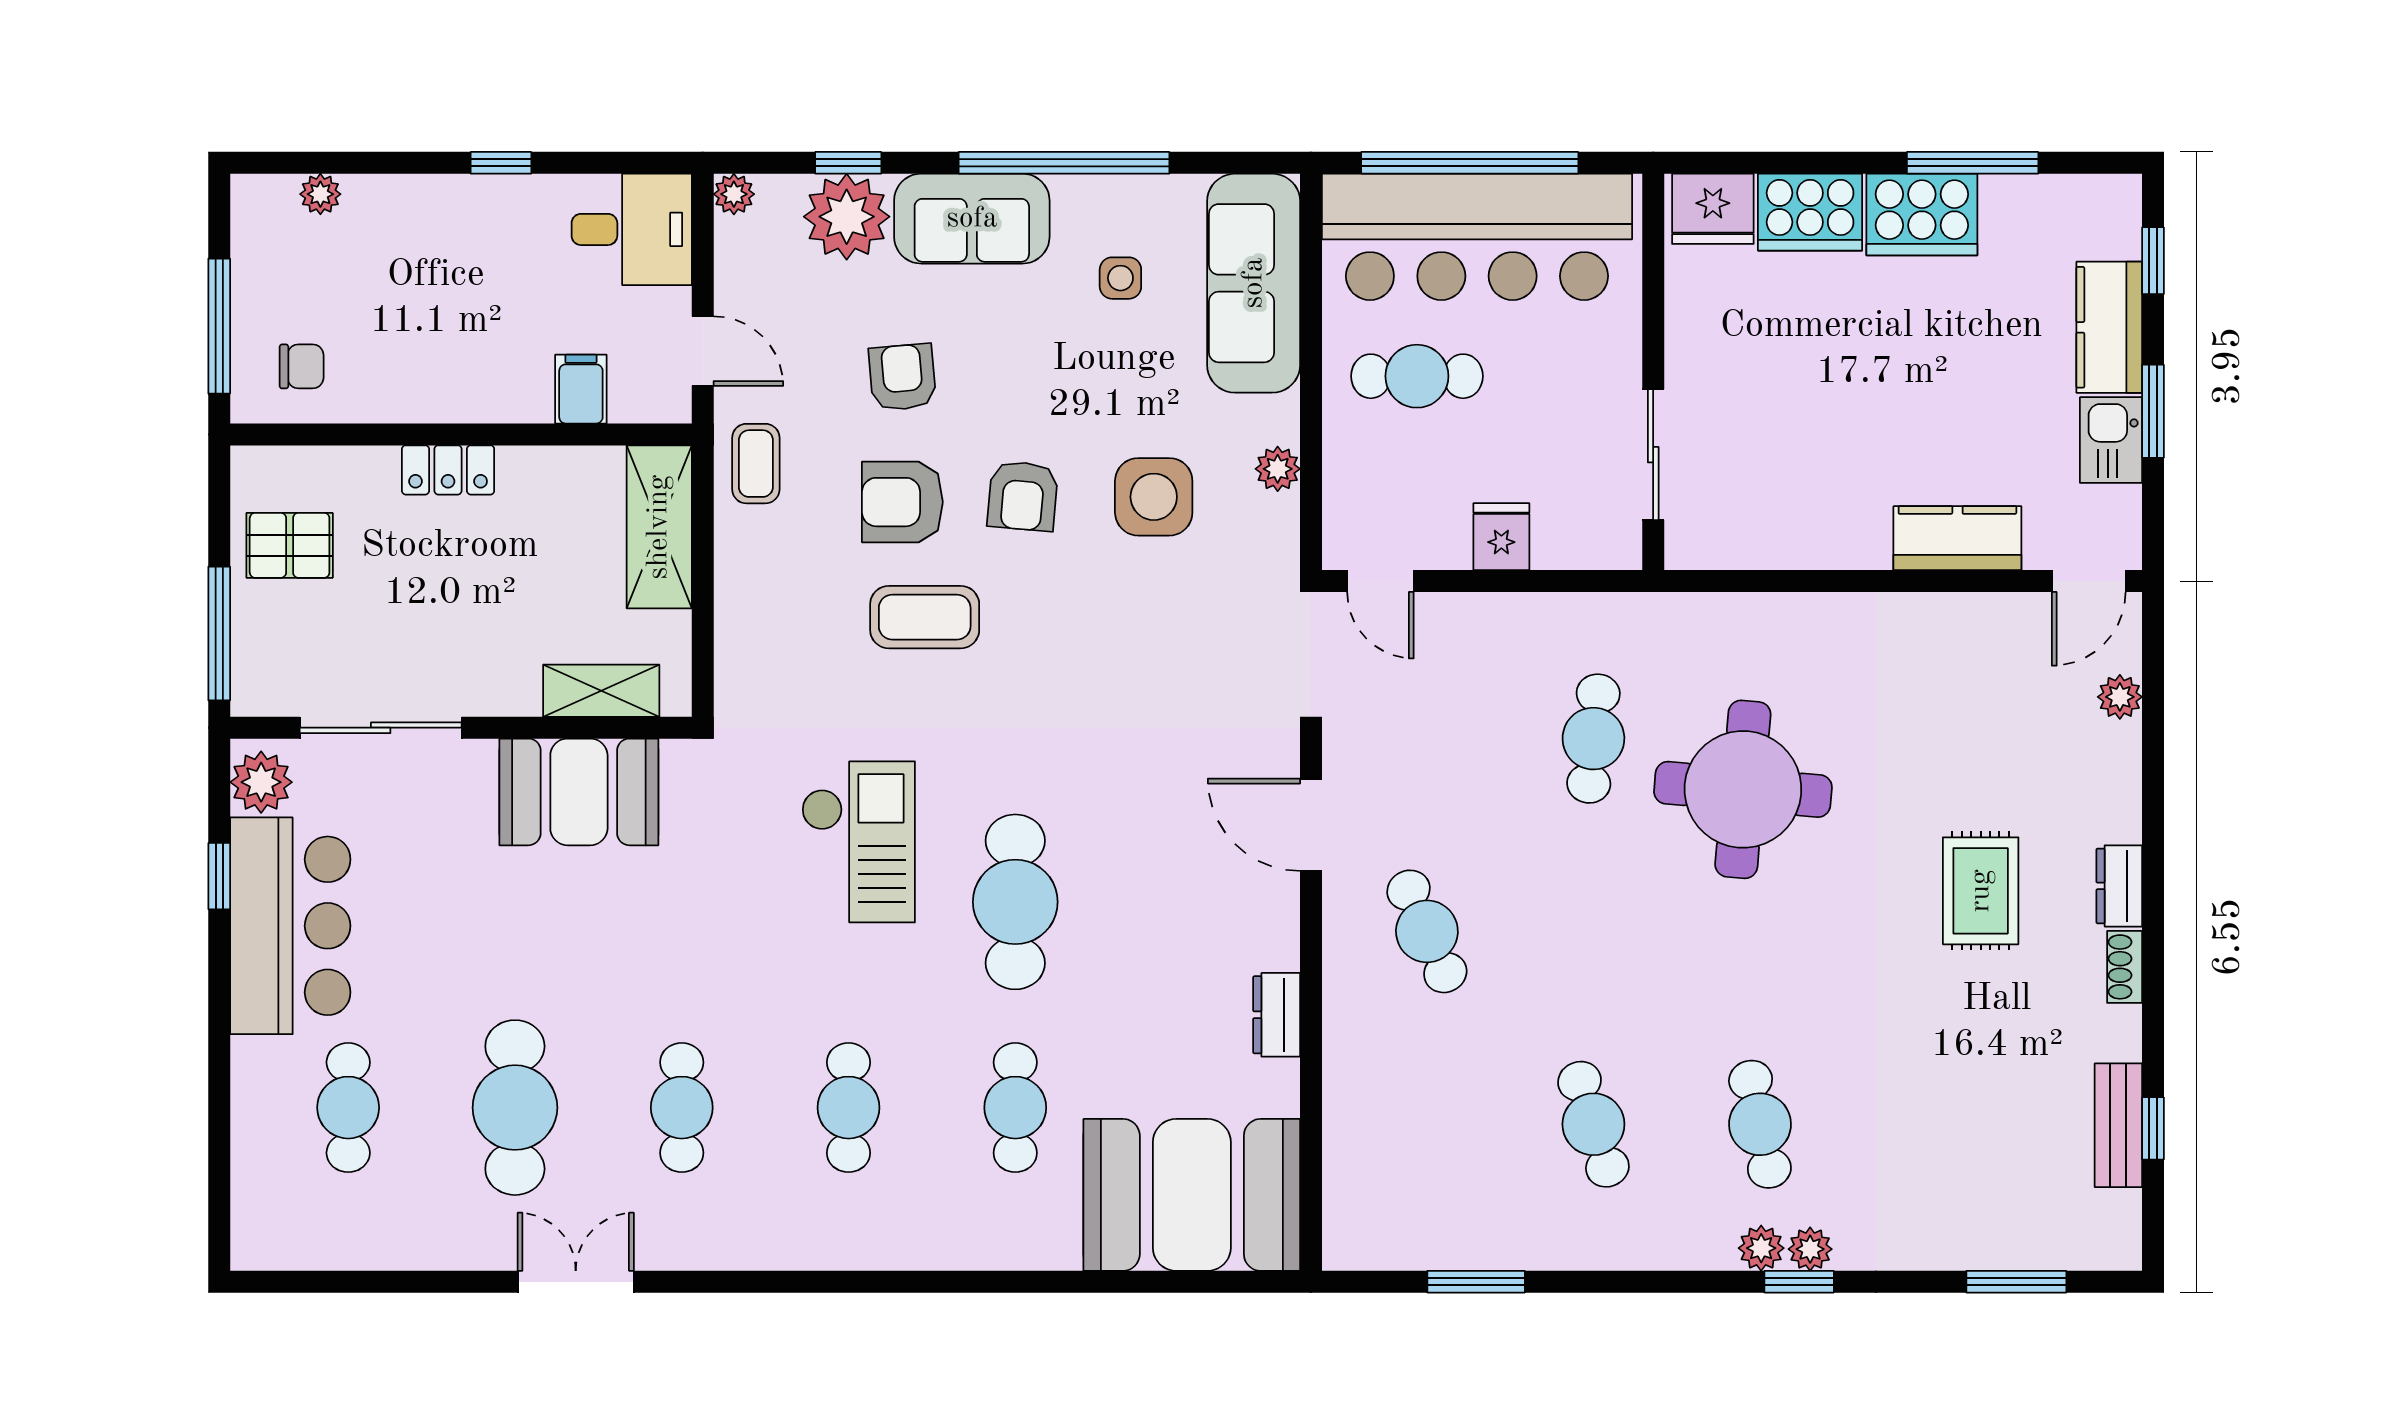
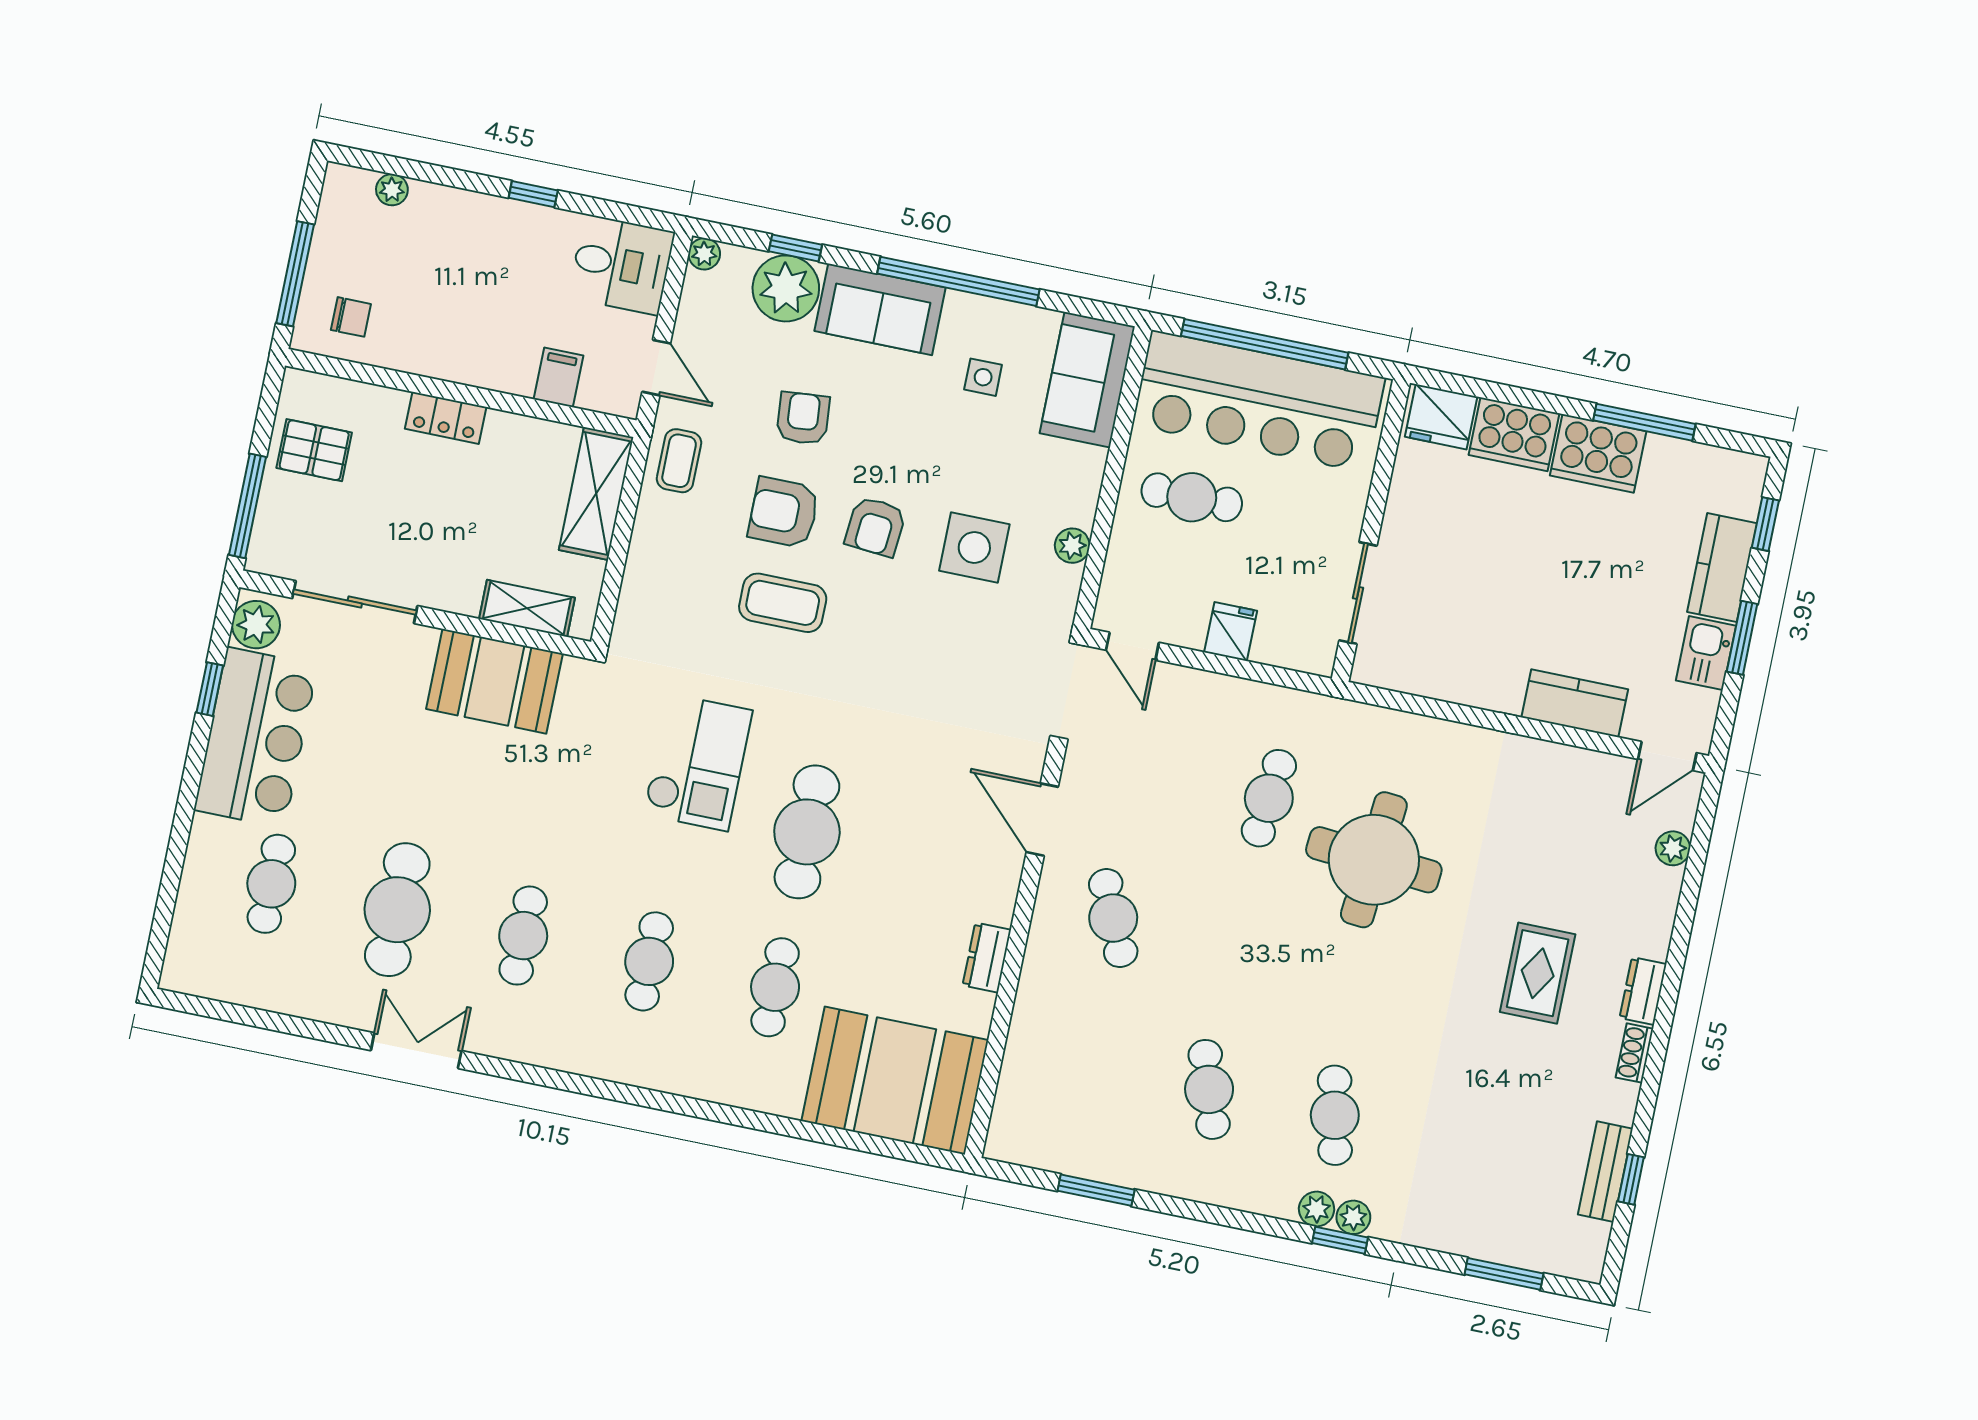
sofa: (1254, 283) -> (1087, 380), width x0.73

